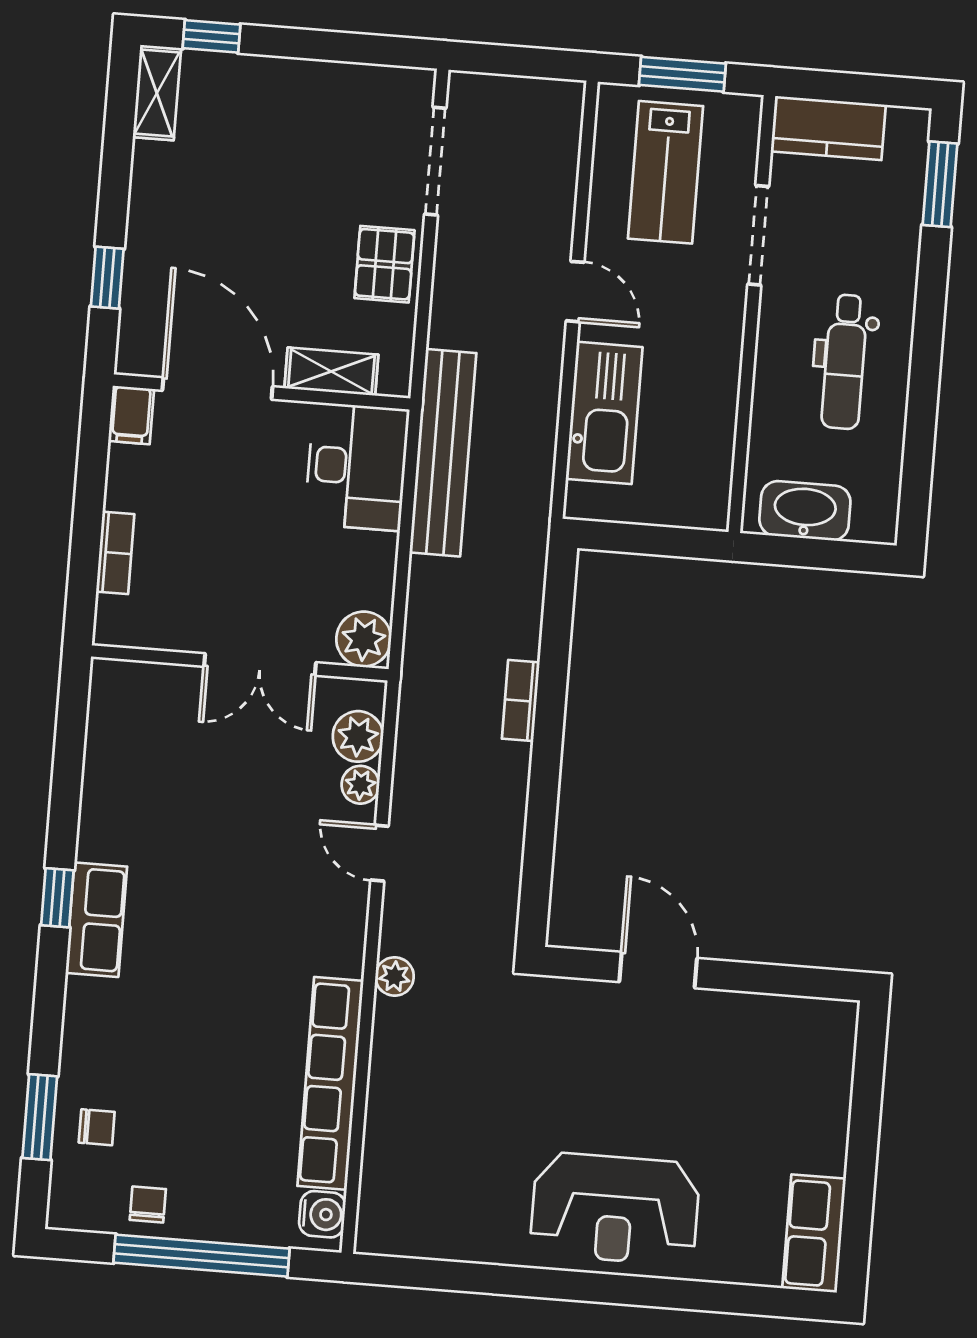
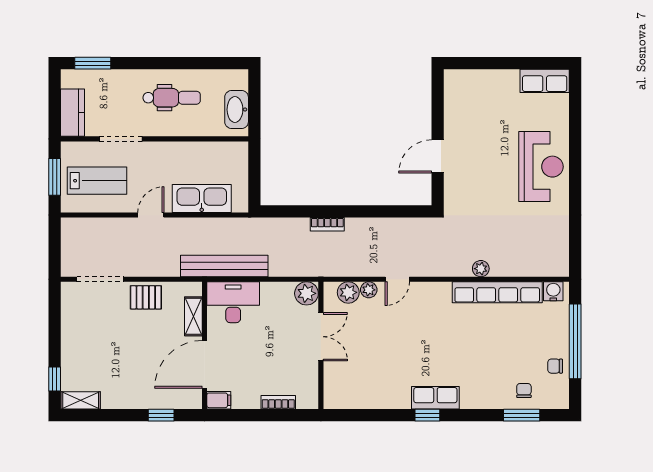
plant: (395, 976) -> (481, 269), moved

